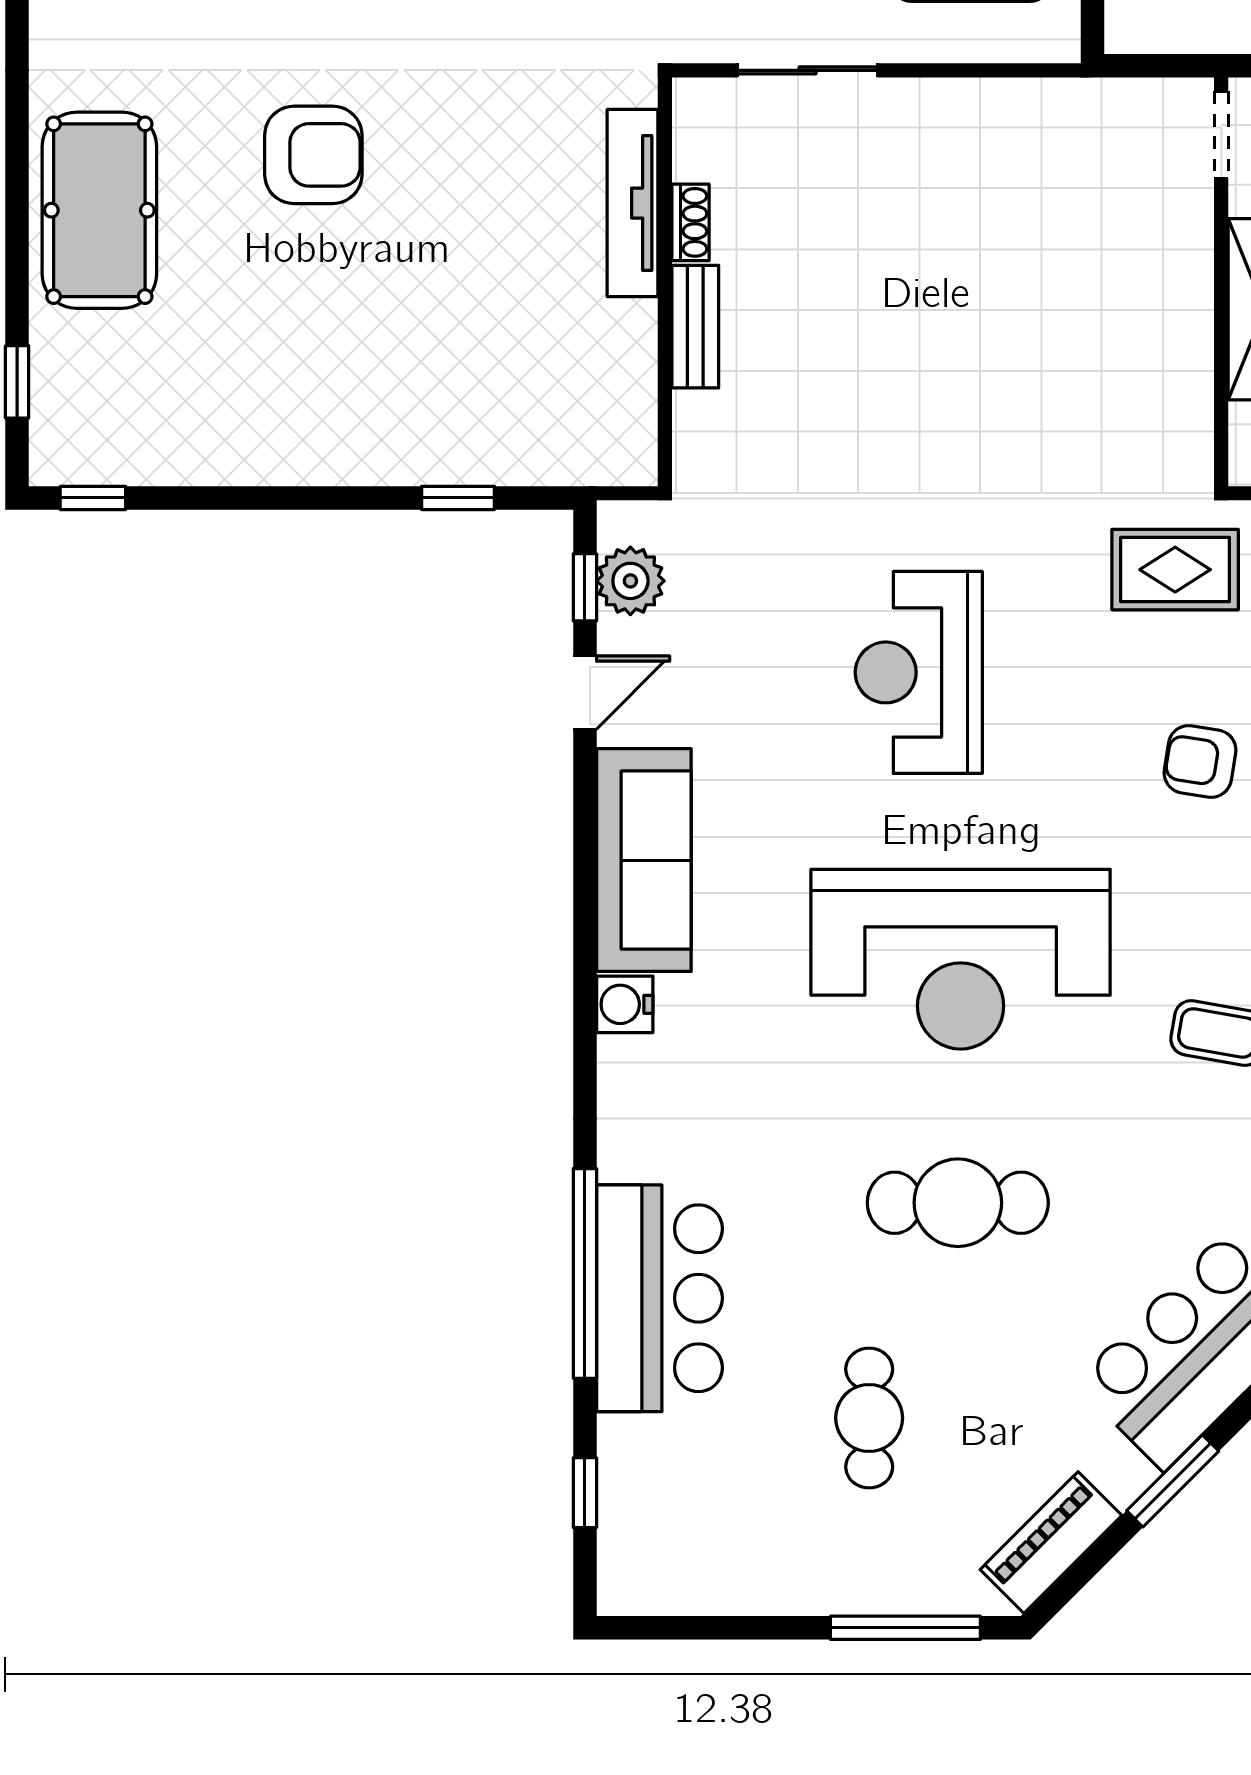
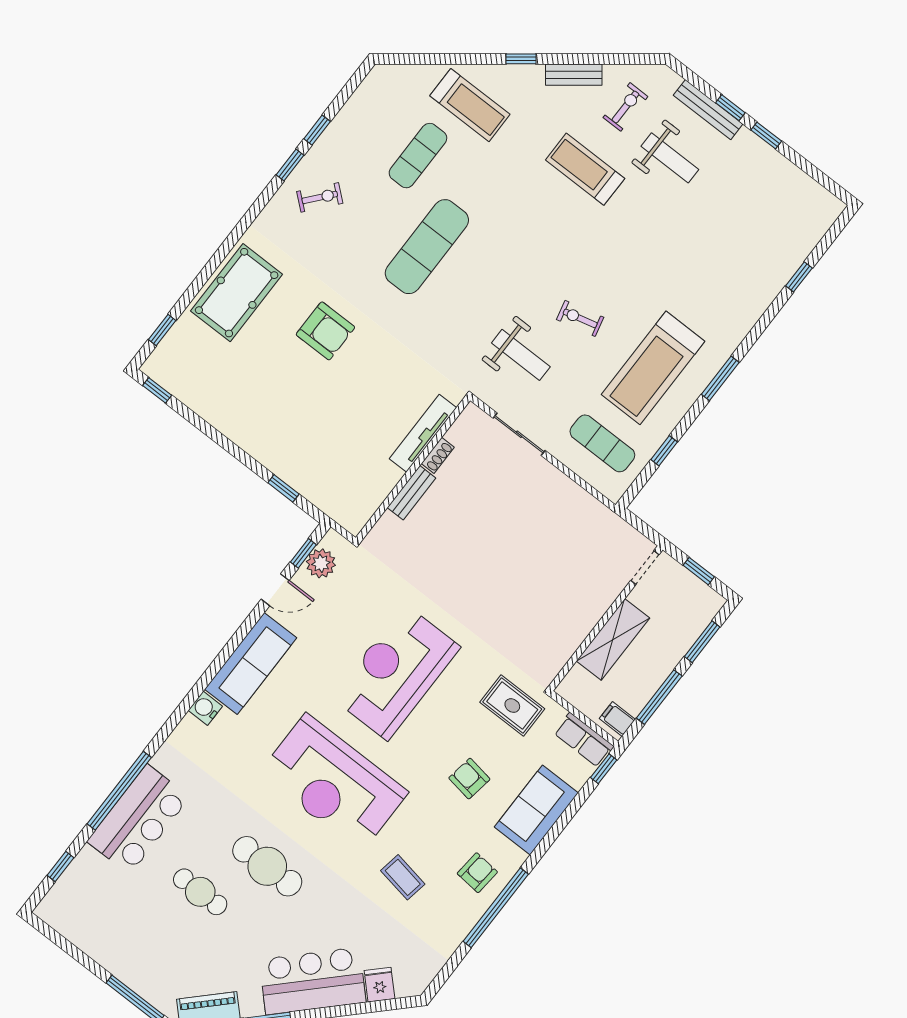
reception desk: (919, 672) -> (396, 672), width x1.36, depth x1.30
cafe table: (869, 1418) -> (200, 892), moved, turned 90

